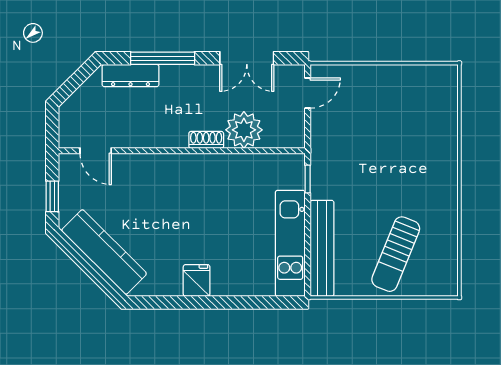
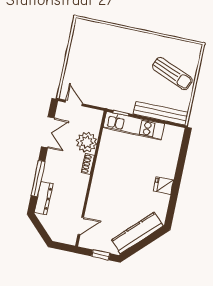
kitchen unit: (290, 243) -> (134, 126), moved

